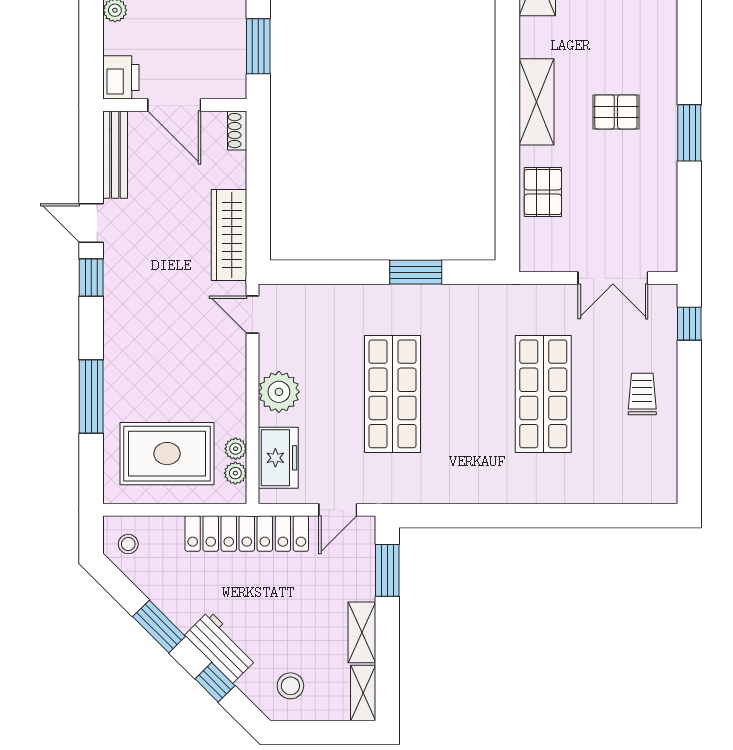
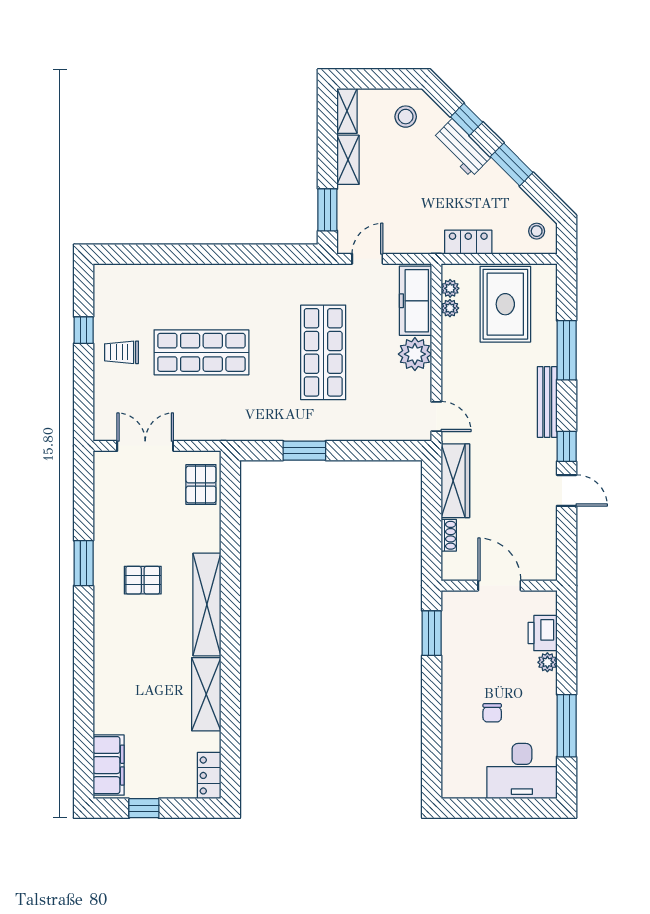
printer: (121, 77) -> (543, 633), moved
shelving: (537, 102) -> (207, 604), width x1.47
shoe rack: (237, 131) -> (449, 535), moved
bench: (115, 155) -> (547, 402), moved
pallet: (543, 192) -> (201, 484), moved
window: (689, 324) -> (84, 330), moved
shop shelf: (543, 394) -> (201, 352), turned 90
trolley: (642, 394) -> (122, 352), turned 90
rug: (167, 454) -> (505, 304), turned 90
freezer: (278, 458) -> (416, 301), width x1.40
locker: (247, 533) -> (468, 242), width x0.46, depth x0.83

